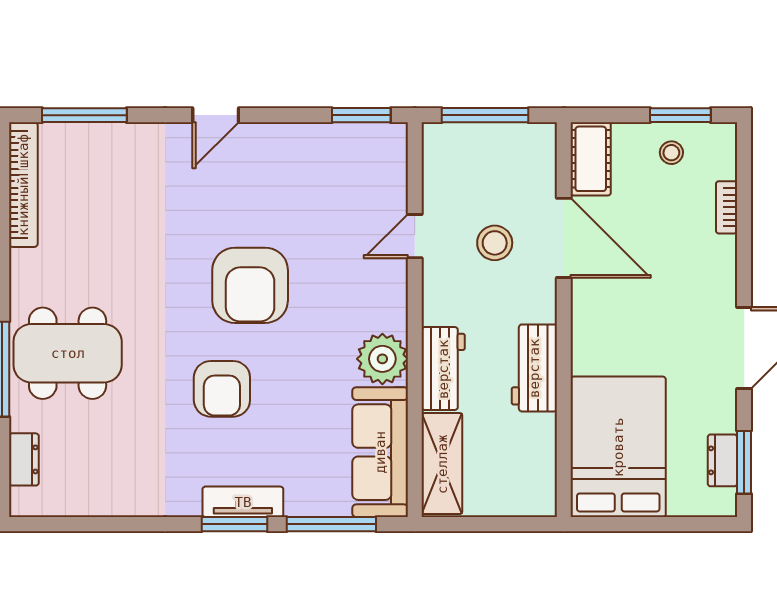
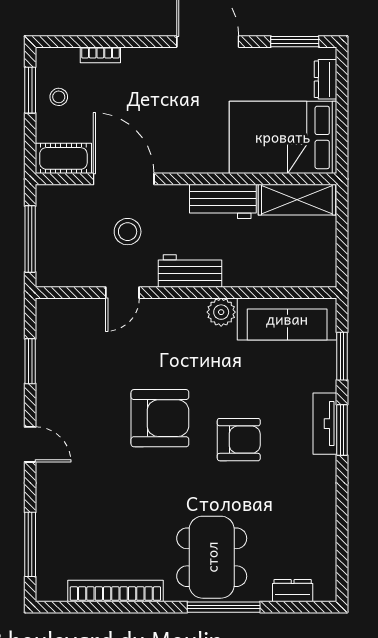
window: (361, 115) -> (30, 361), moved
bookcase: (23, 185) -> (115, 591), moved
door: (415, 236) -> (122, 293), hinge flipped
door: (564, 238) -> (124, 179), hinge flipped
plant: (382, 359) -> (221, 312), width x0.73, depth x0.73
workbench: (443, 369) -> (190, 271), moved
dresser: (722, 460) -> (326, 79), moved, turned 90
shelving: (442, 464) -> (297, 200), moved
window: (331, 524) -> (342, 356), width x0.69

